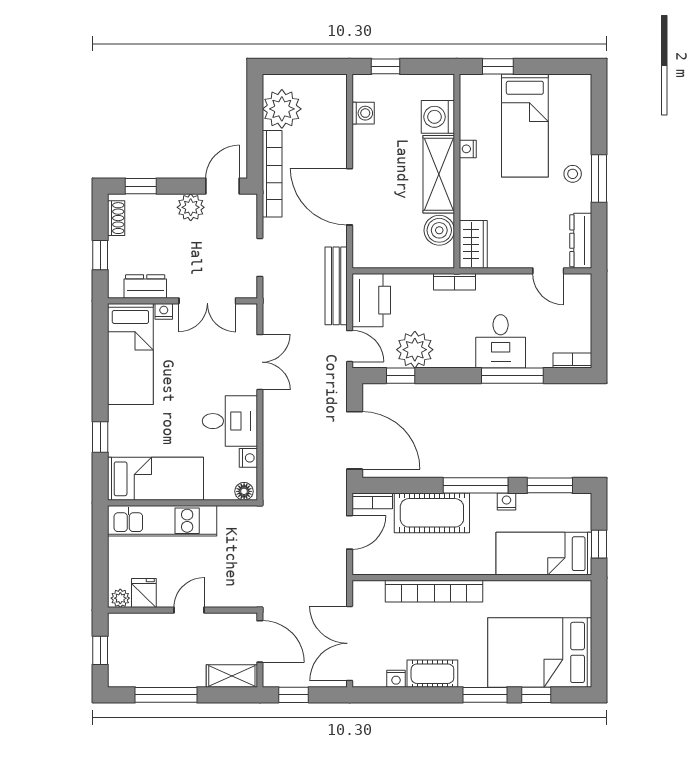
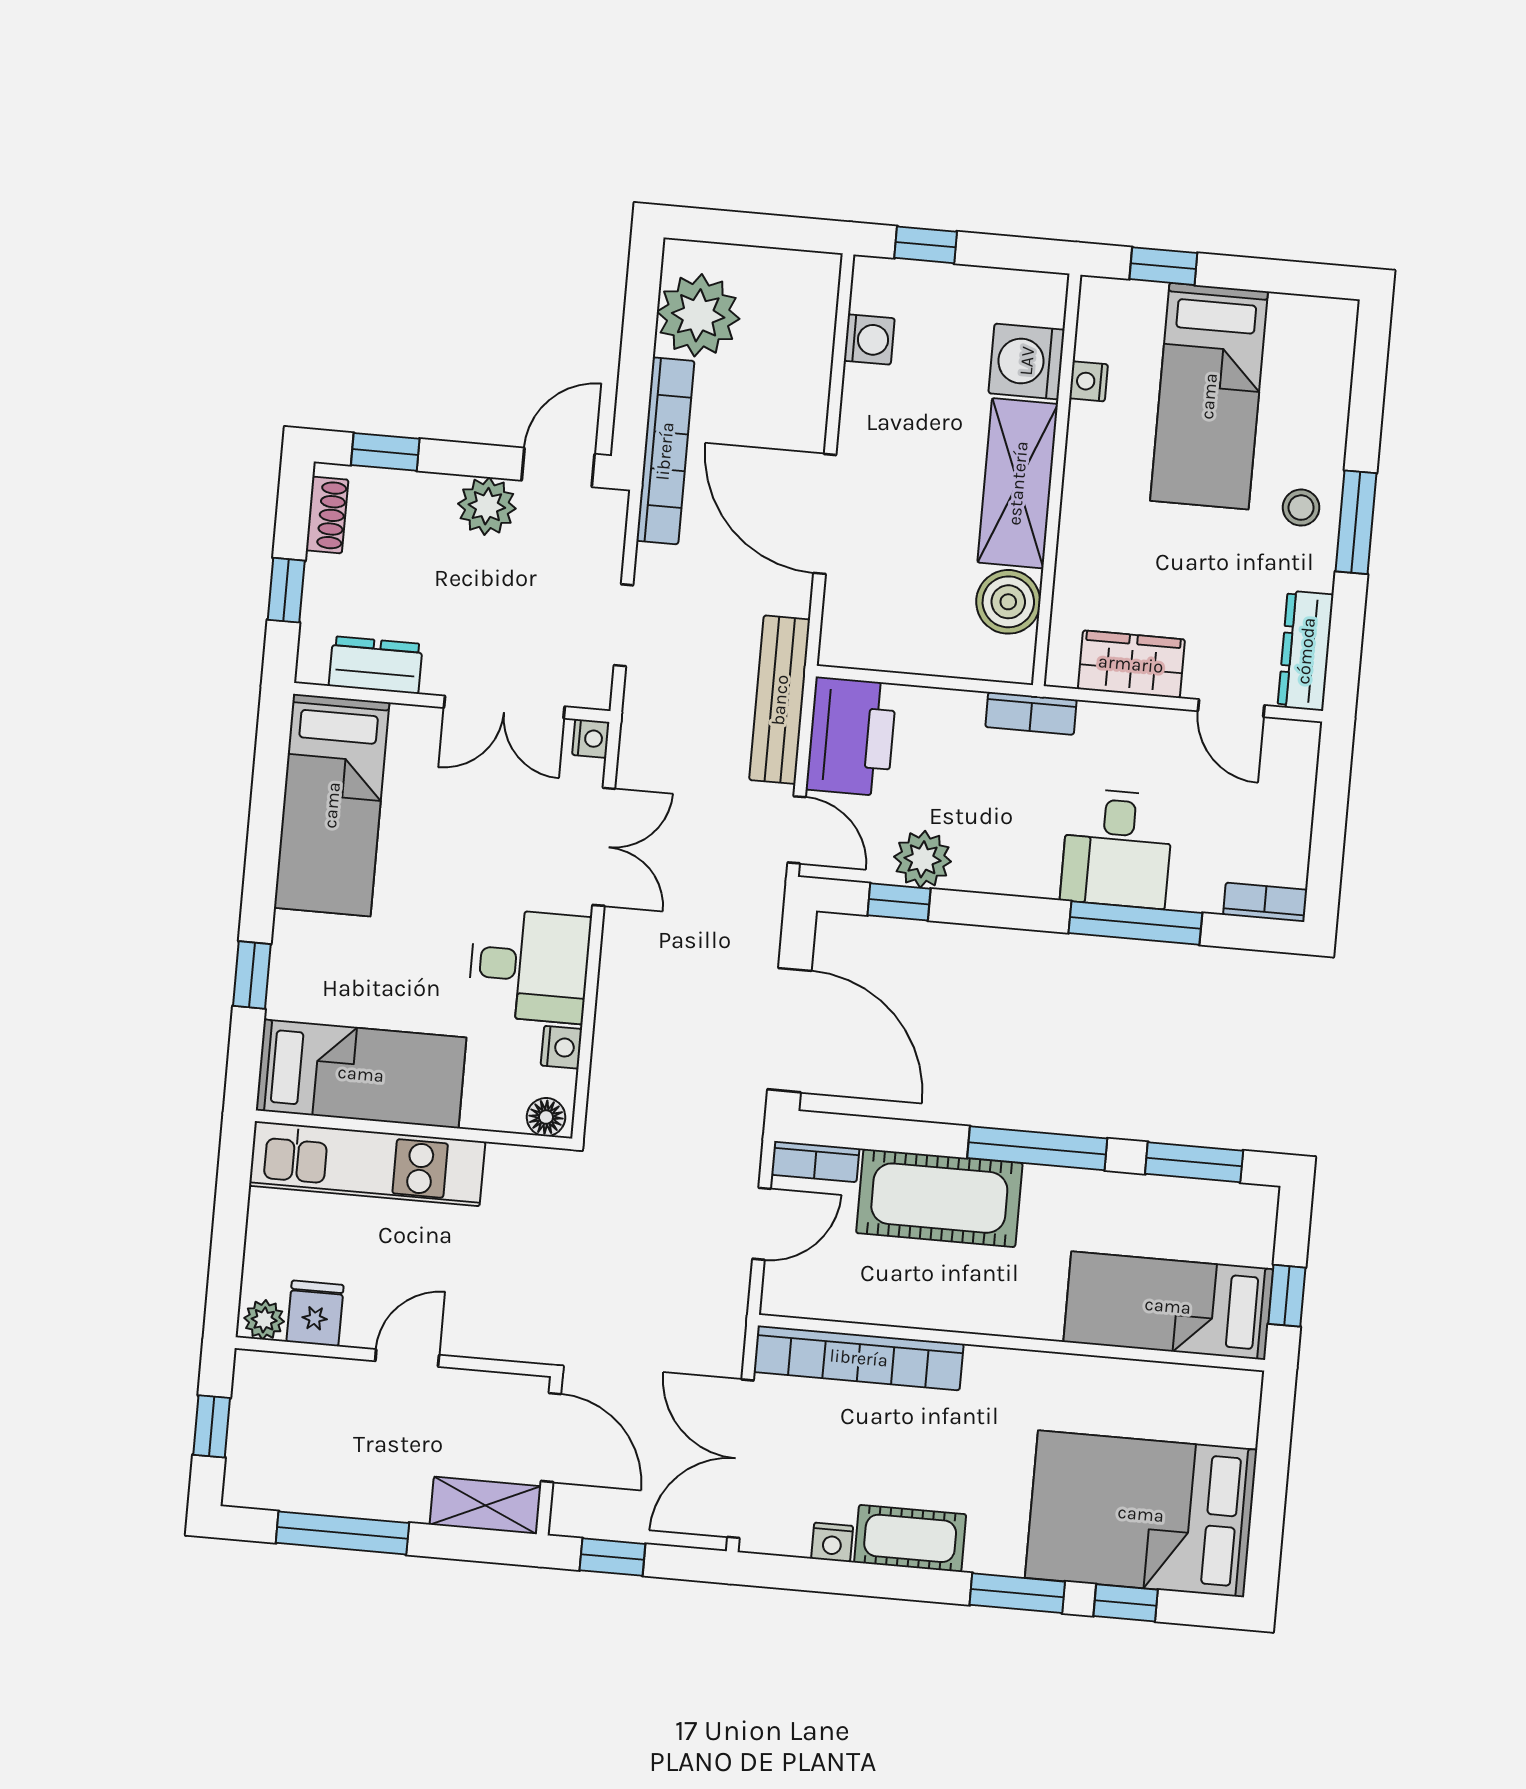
nightstand: (468, 149) -> (1089, 381), moved
wardrobe: (473, 244) -> (1131, 664), moved, turned -90
nightstand: (164, 311) -> (591, 738), moved, turned 90
plant: (415, 350) -> (923, 859), width x0.73, depth x0.73
nightstand: (507, 501) -> (1099, 1188), removed
bookcase: (434, 591) -> (859, 1358), moved

